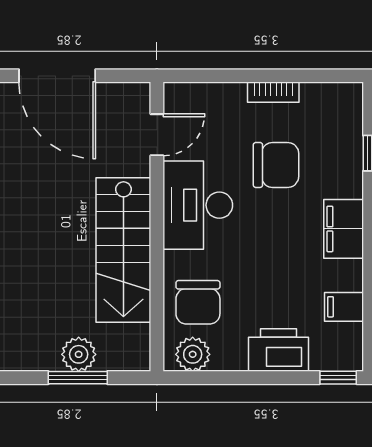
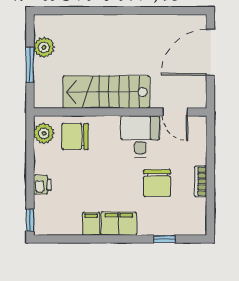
desk: (198, 205) -> (140, 136), width x0.73
filing cabinet: (344, 307) -> (91, 224), moved
printer: (279, 350) -> (42, 185), width x0.53, depth x0.68
plant: (79, 354) -> (44, 47), moved

